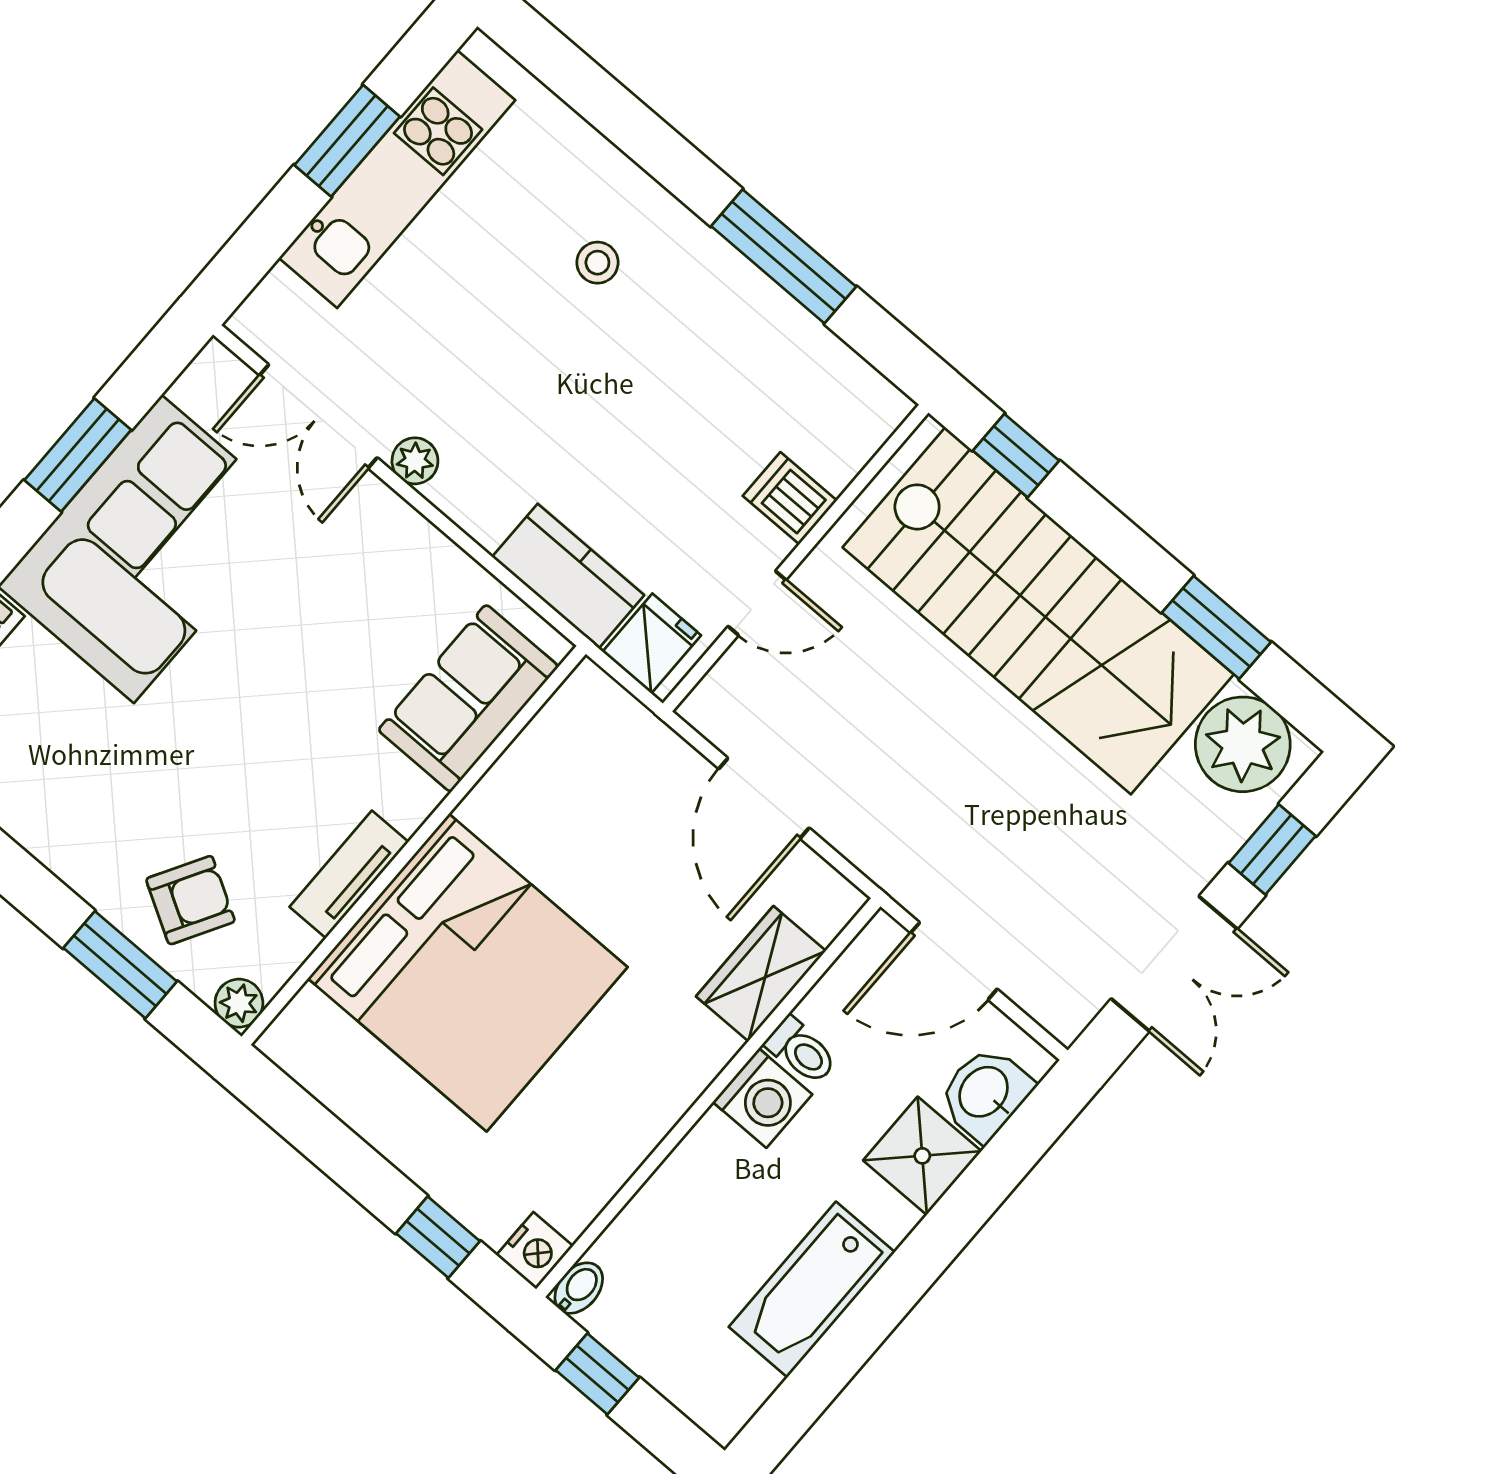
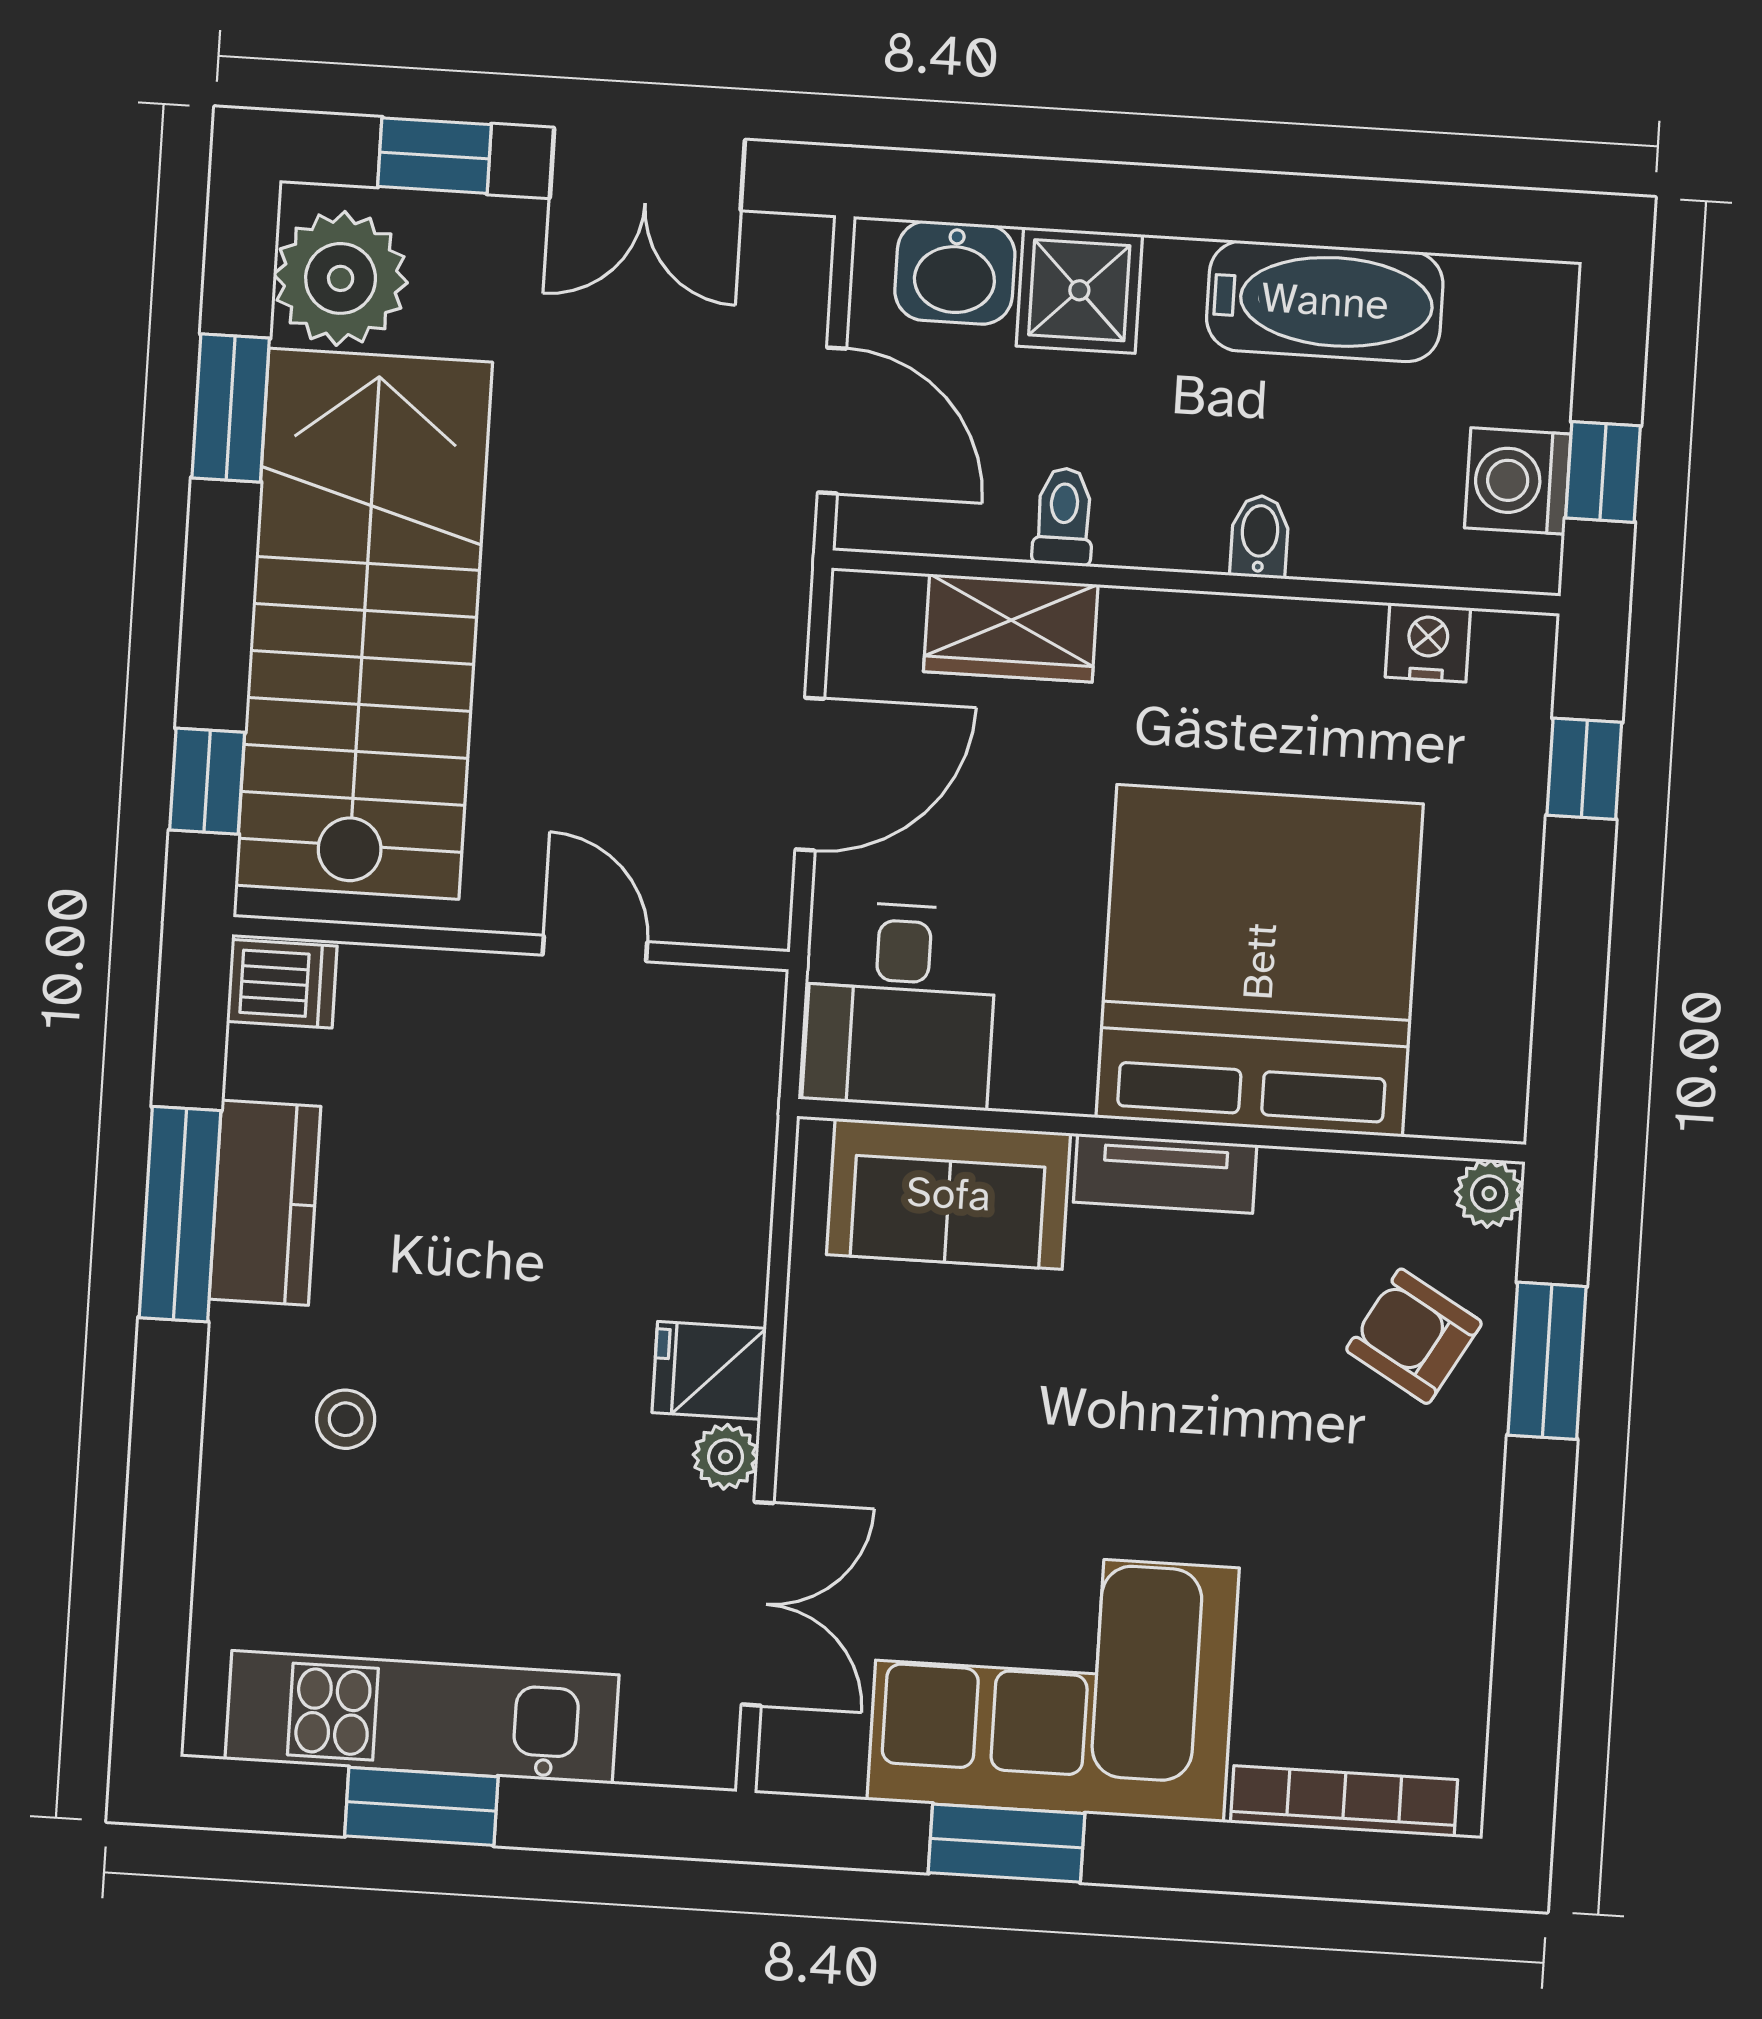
dishwasher: (790, 498) -> (282, 984), moved, turned -90
kitchen counter: (568, 576) -> (265, 1203), moved, turned 180
fridge: (652, 643) -> (709, 1370), moved
desk: (595, 751) -> (900, 1005), added
tv unit: (349, 874) -> (1165, 1174), moved
double door: (1174, 964) -> (647, 169), swing flipped
washing machine: (762, 1098) -> (1518, 481), moved, turned -90
nightstand: (535, 1251) -> (1428, 642), moved
bidet: (579, 1288) -> (1260, 537), moved, turned 90

